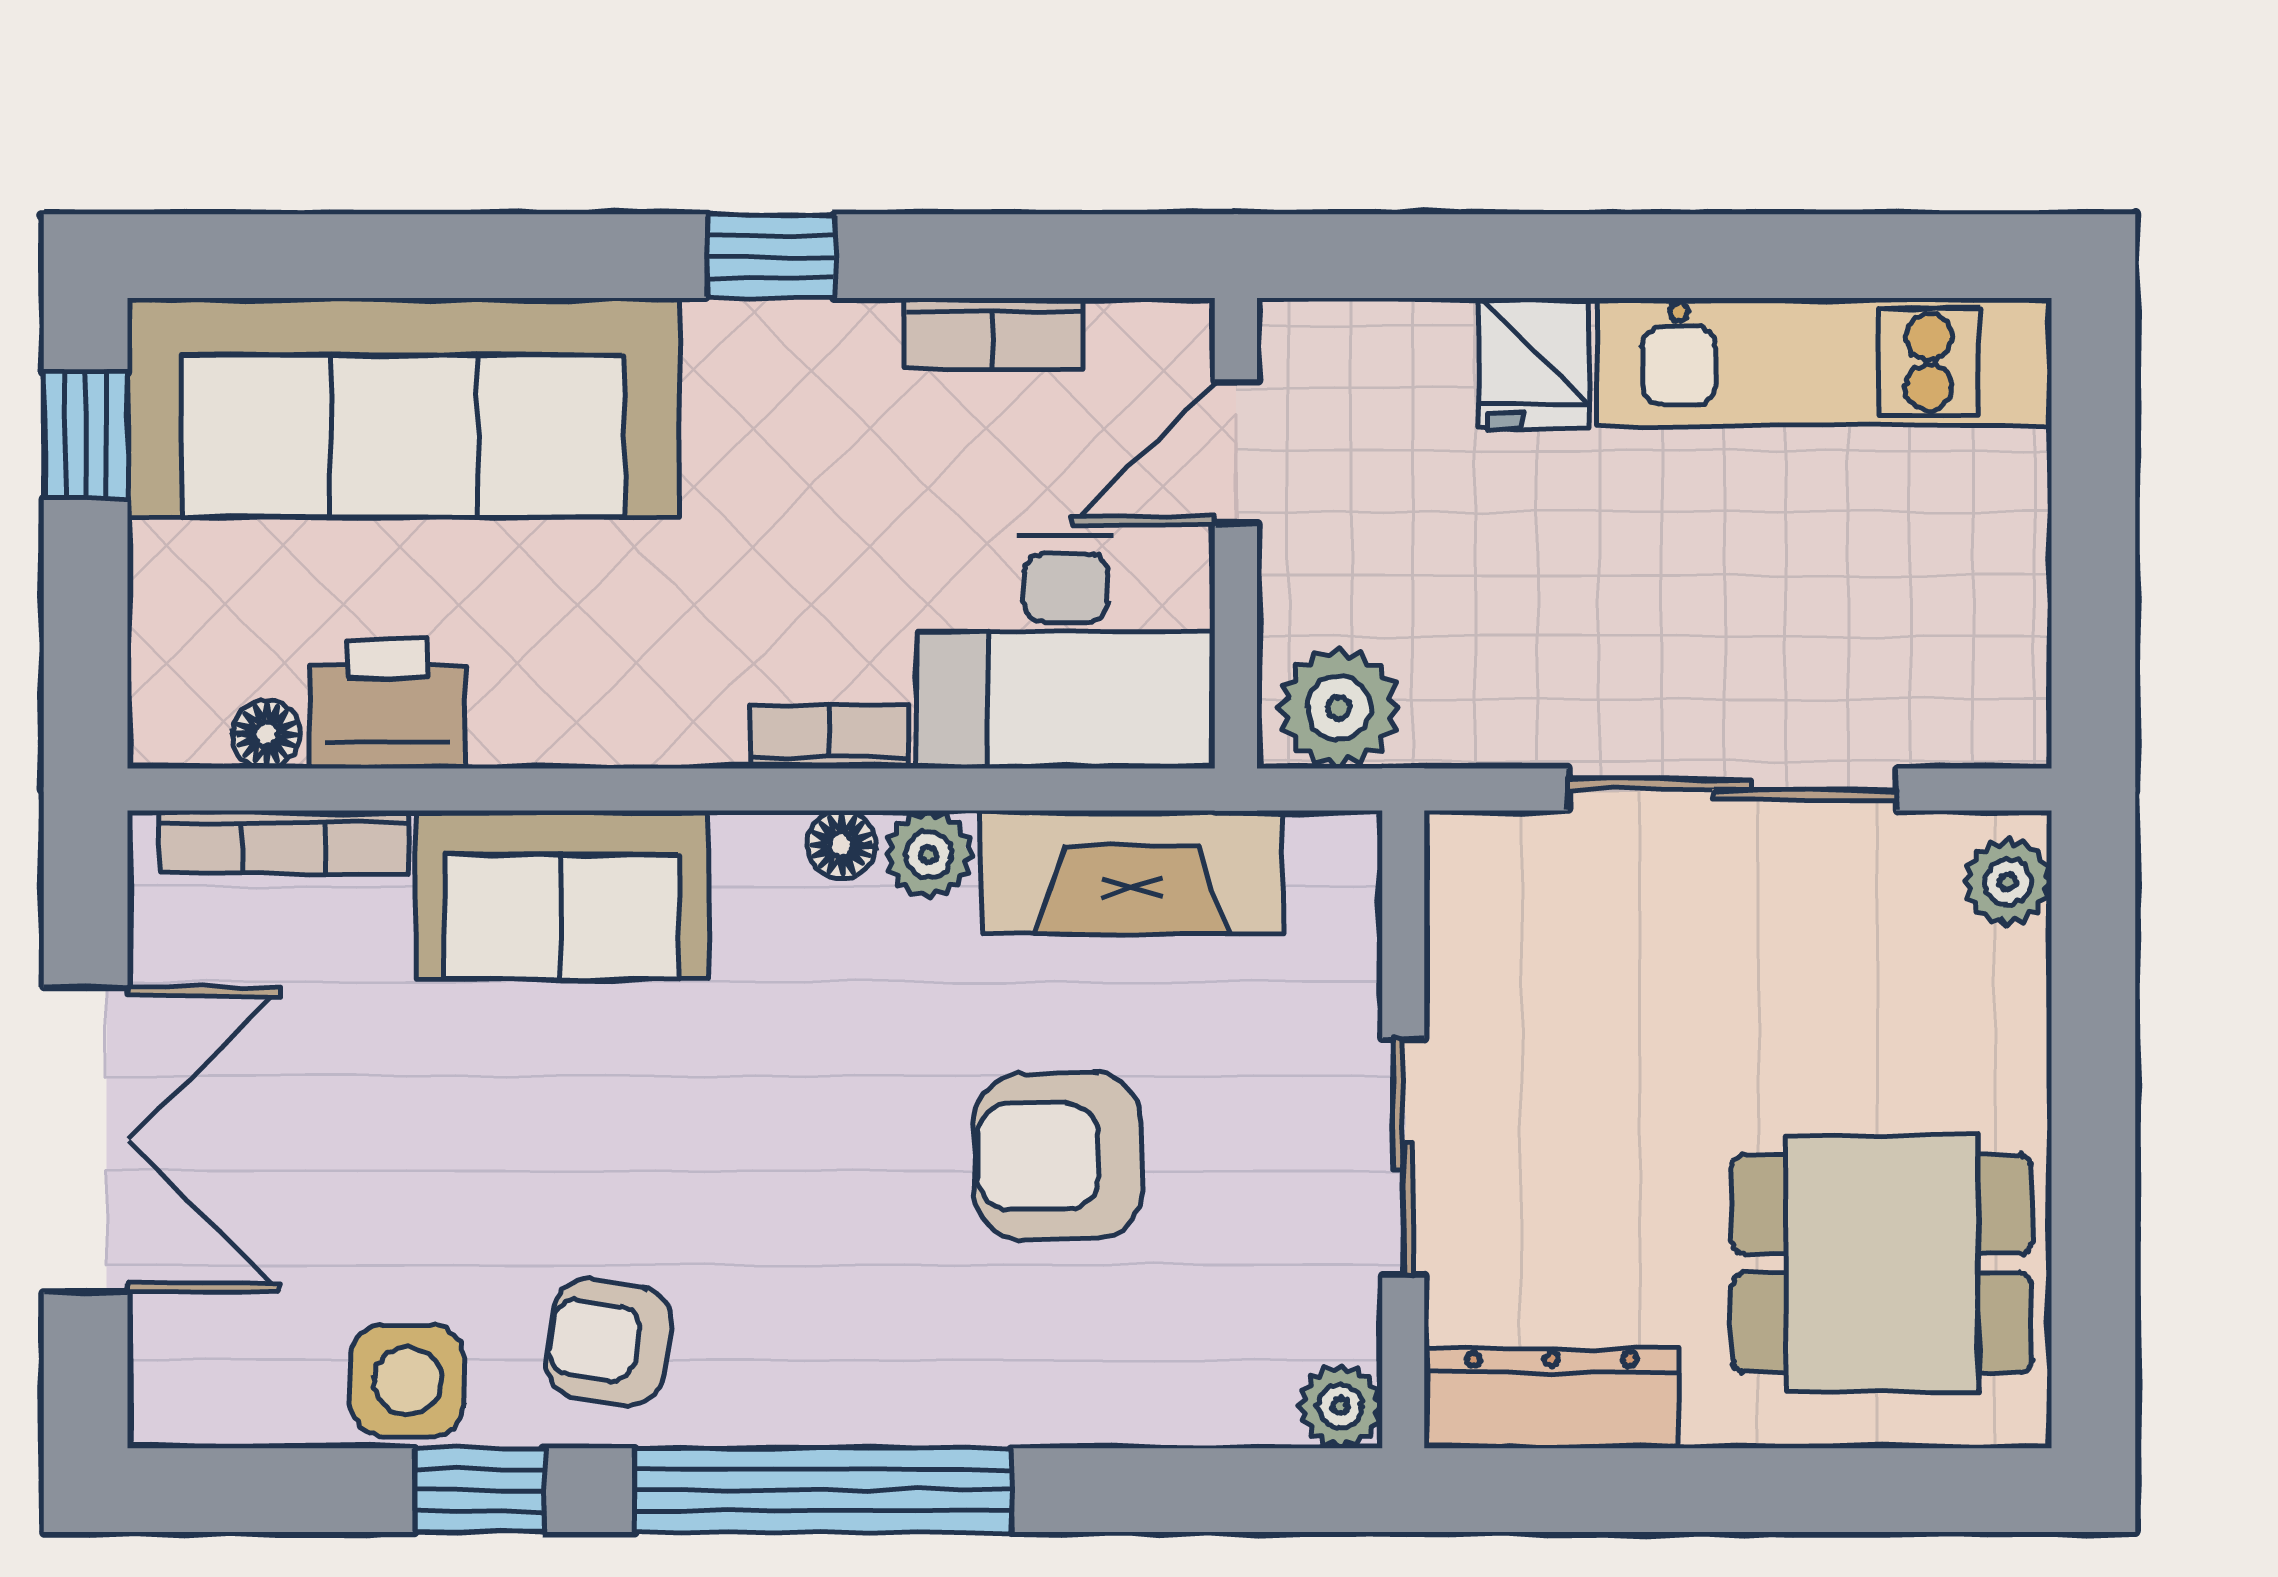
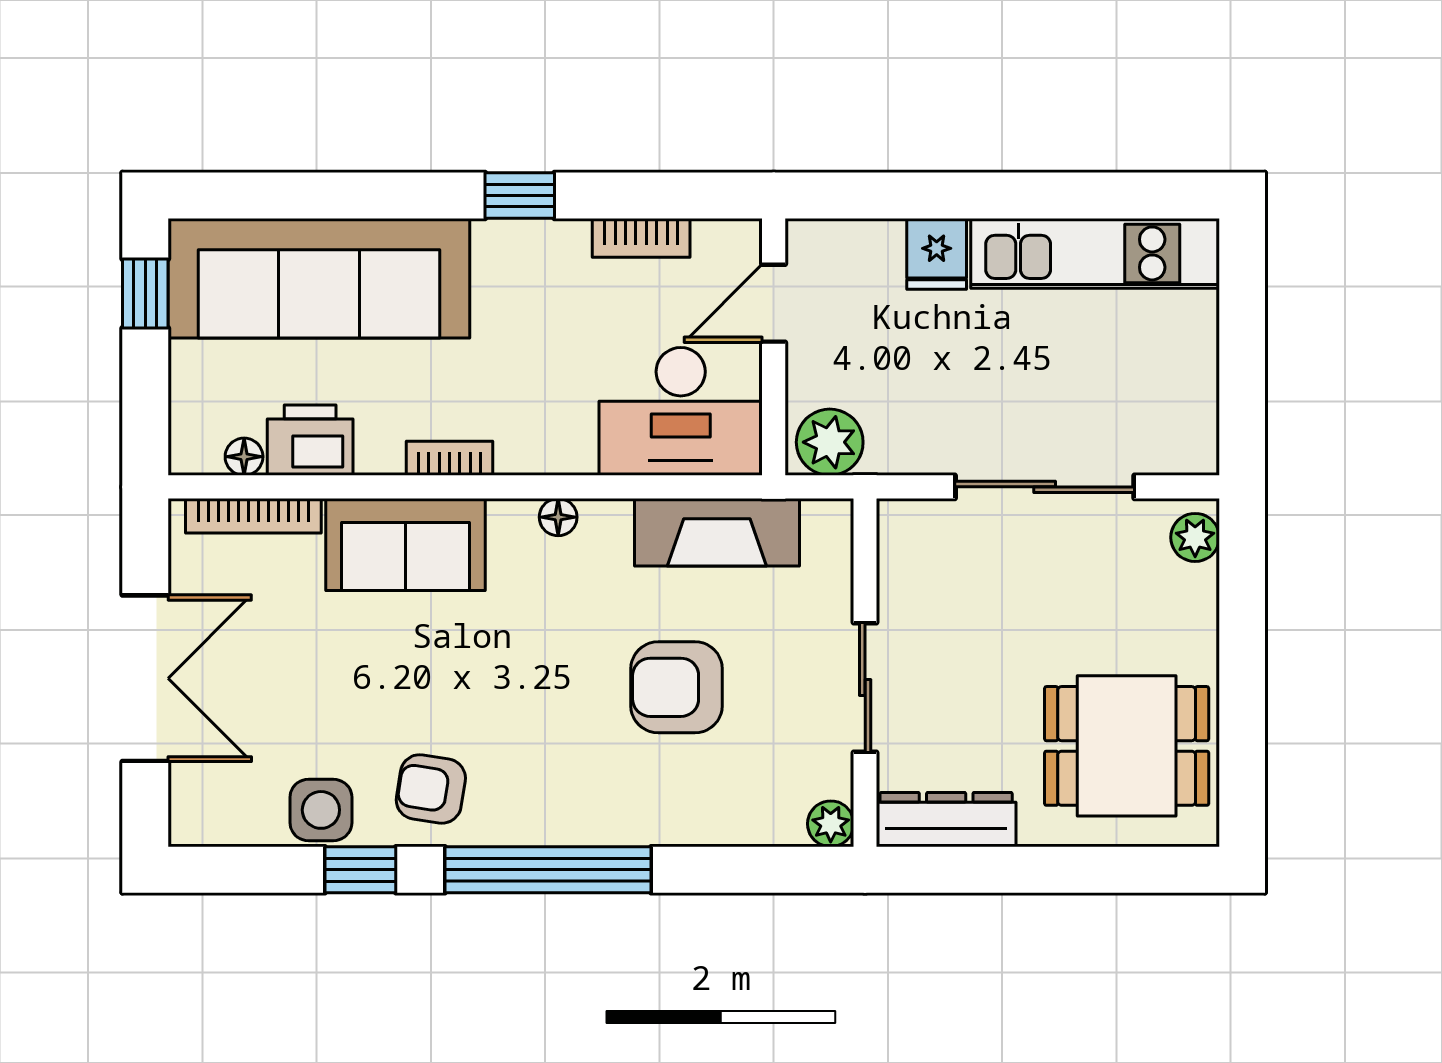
bookcase: (829, 737) -> (449, 458), moved
plant: (929, 855) -> (606, 523), removed

